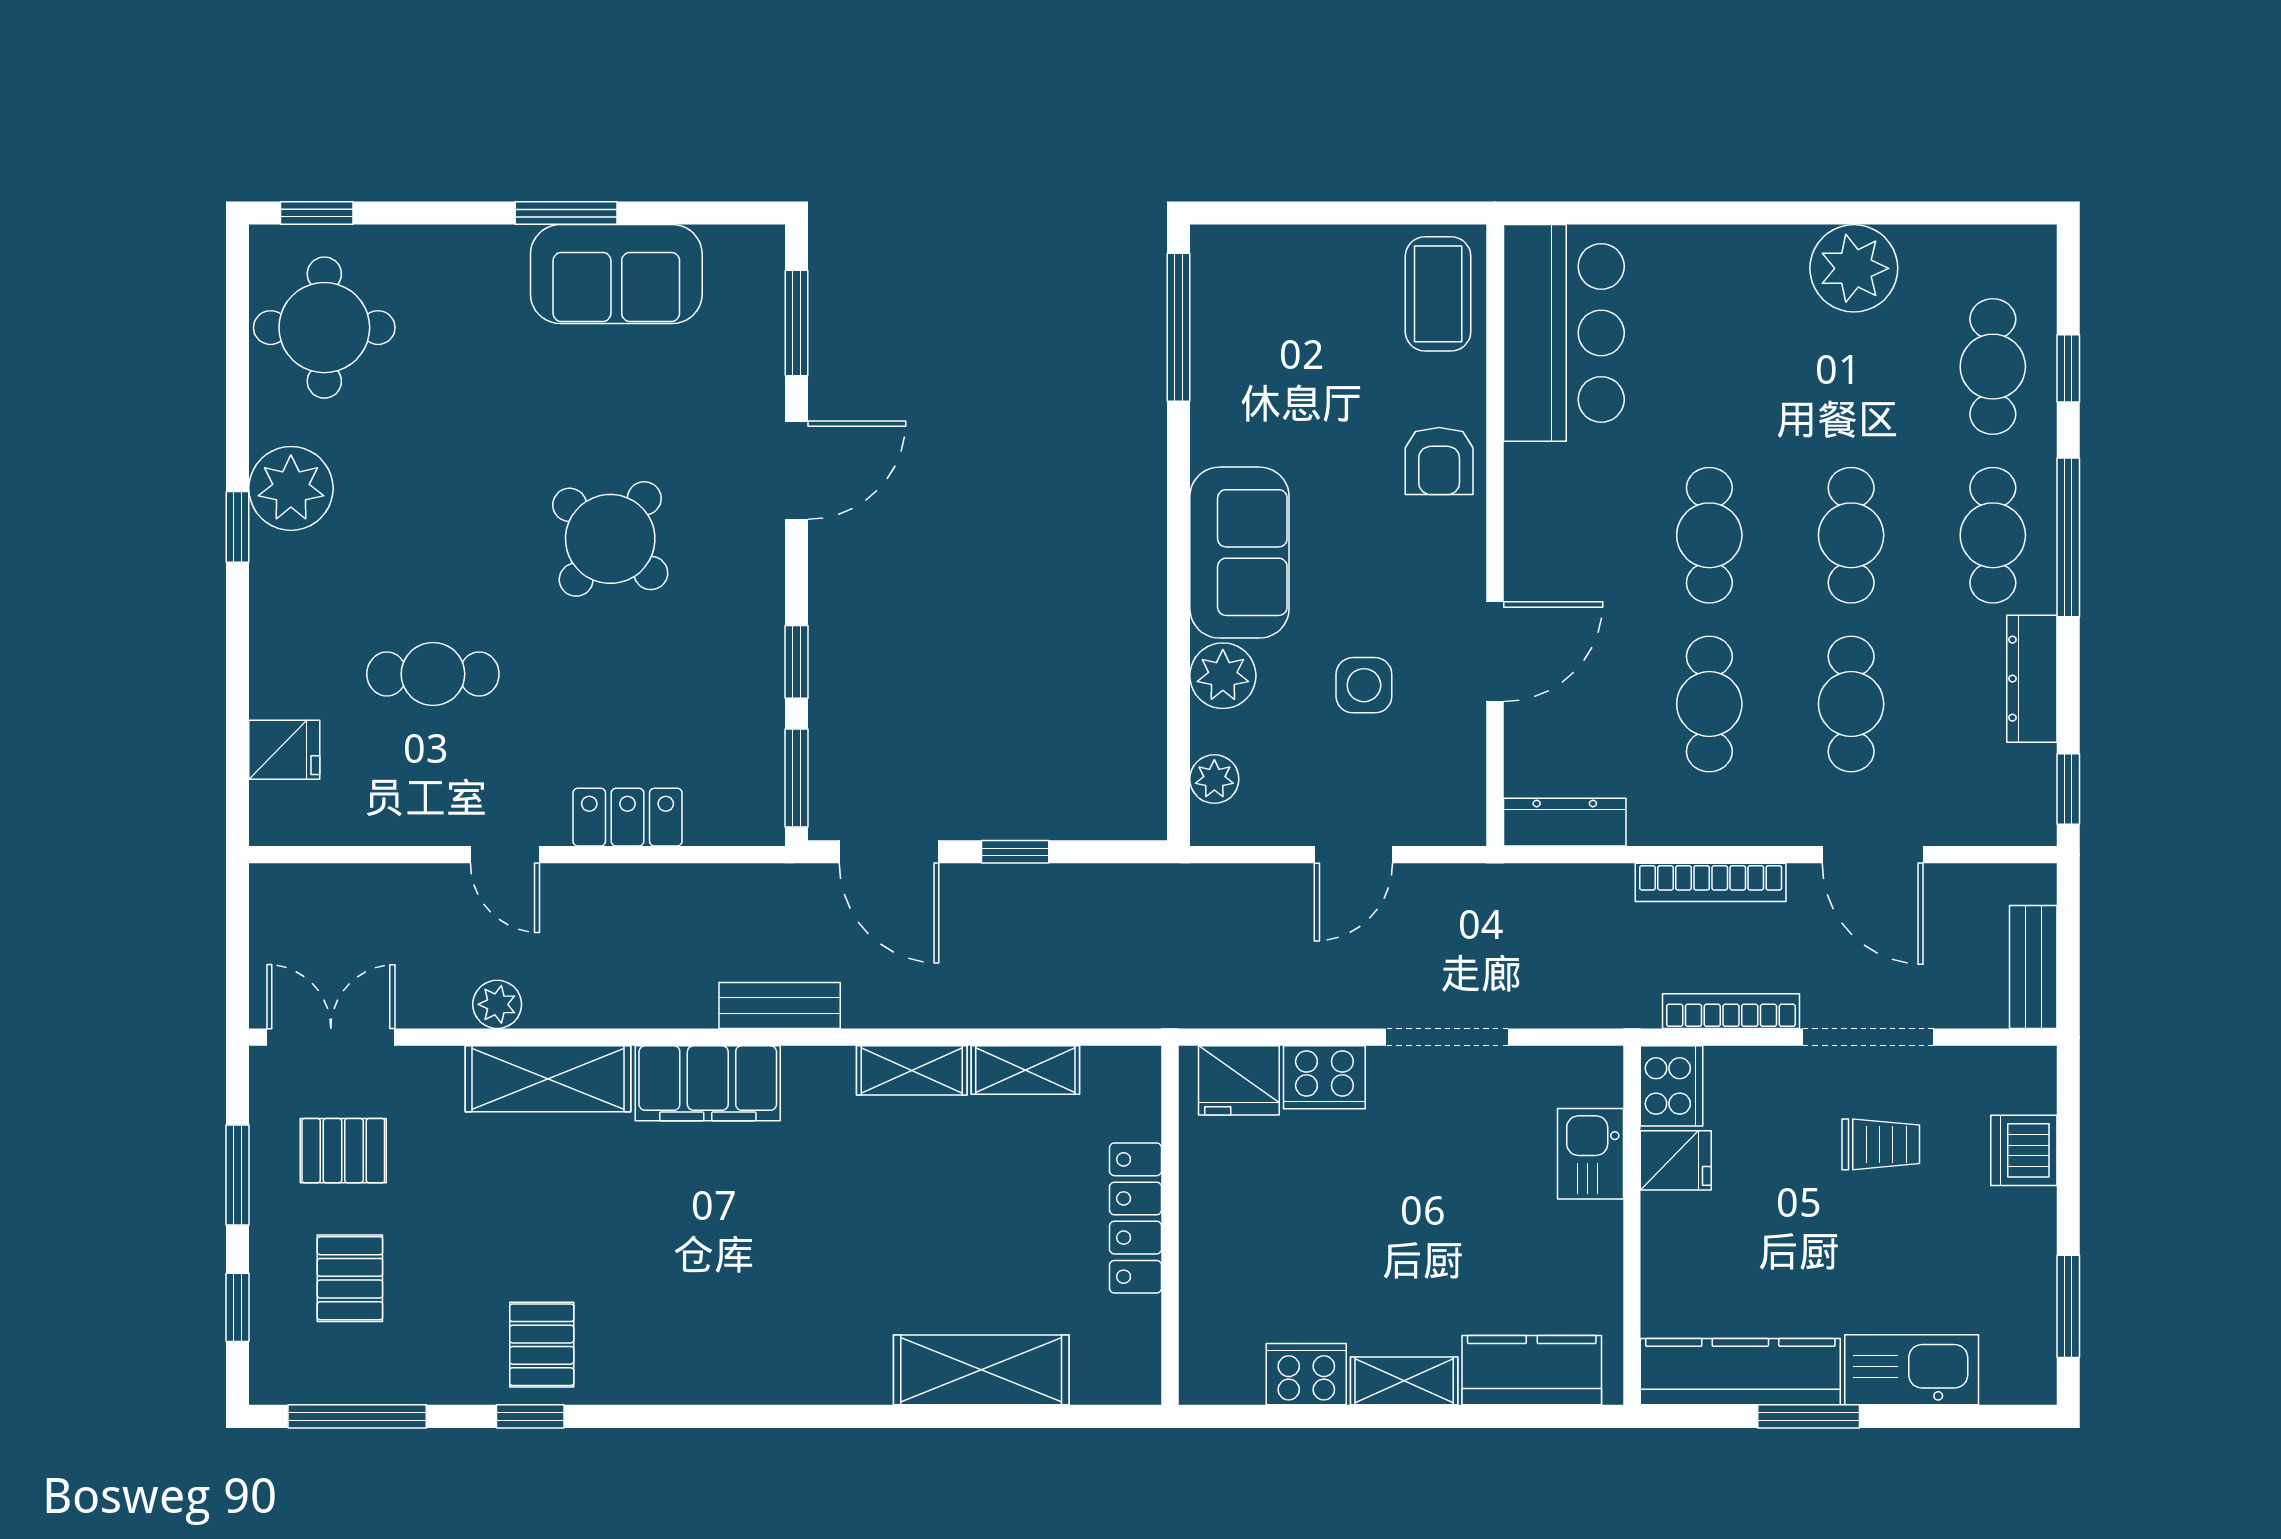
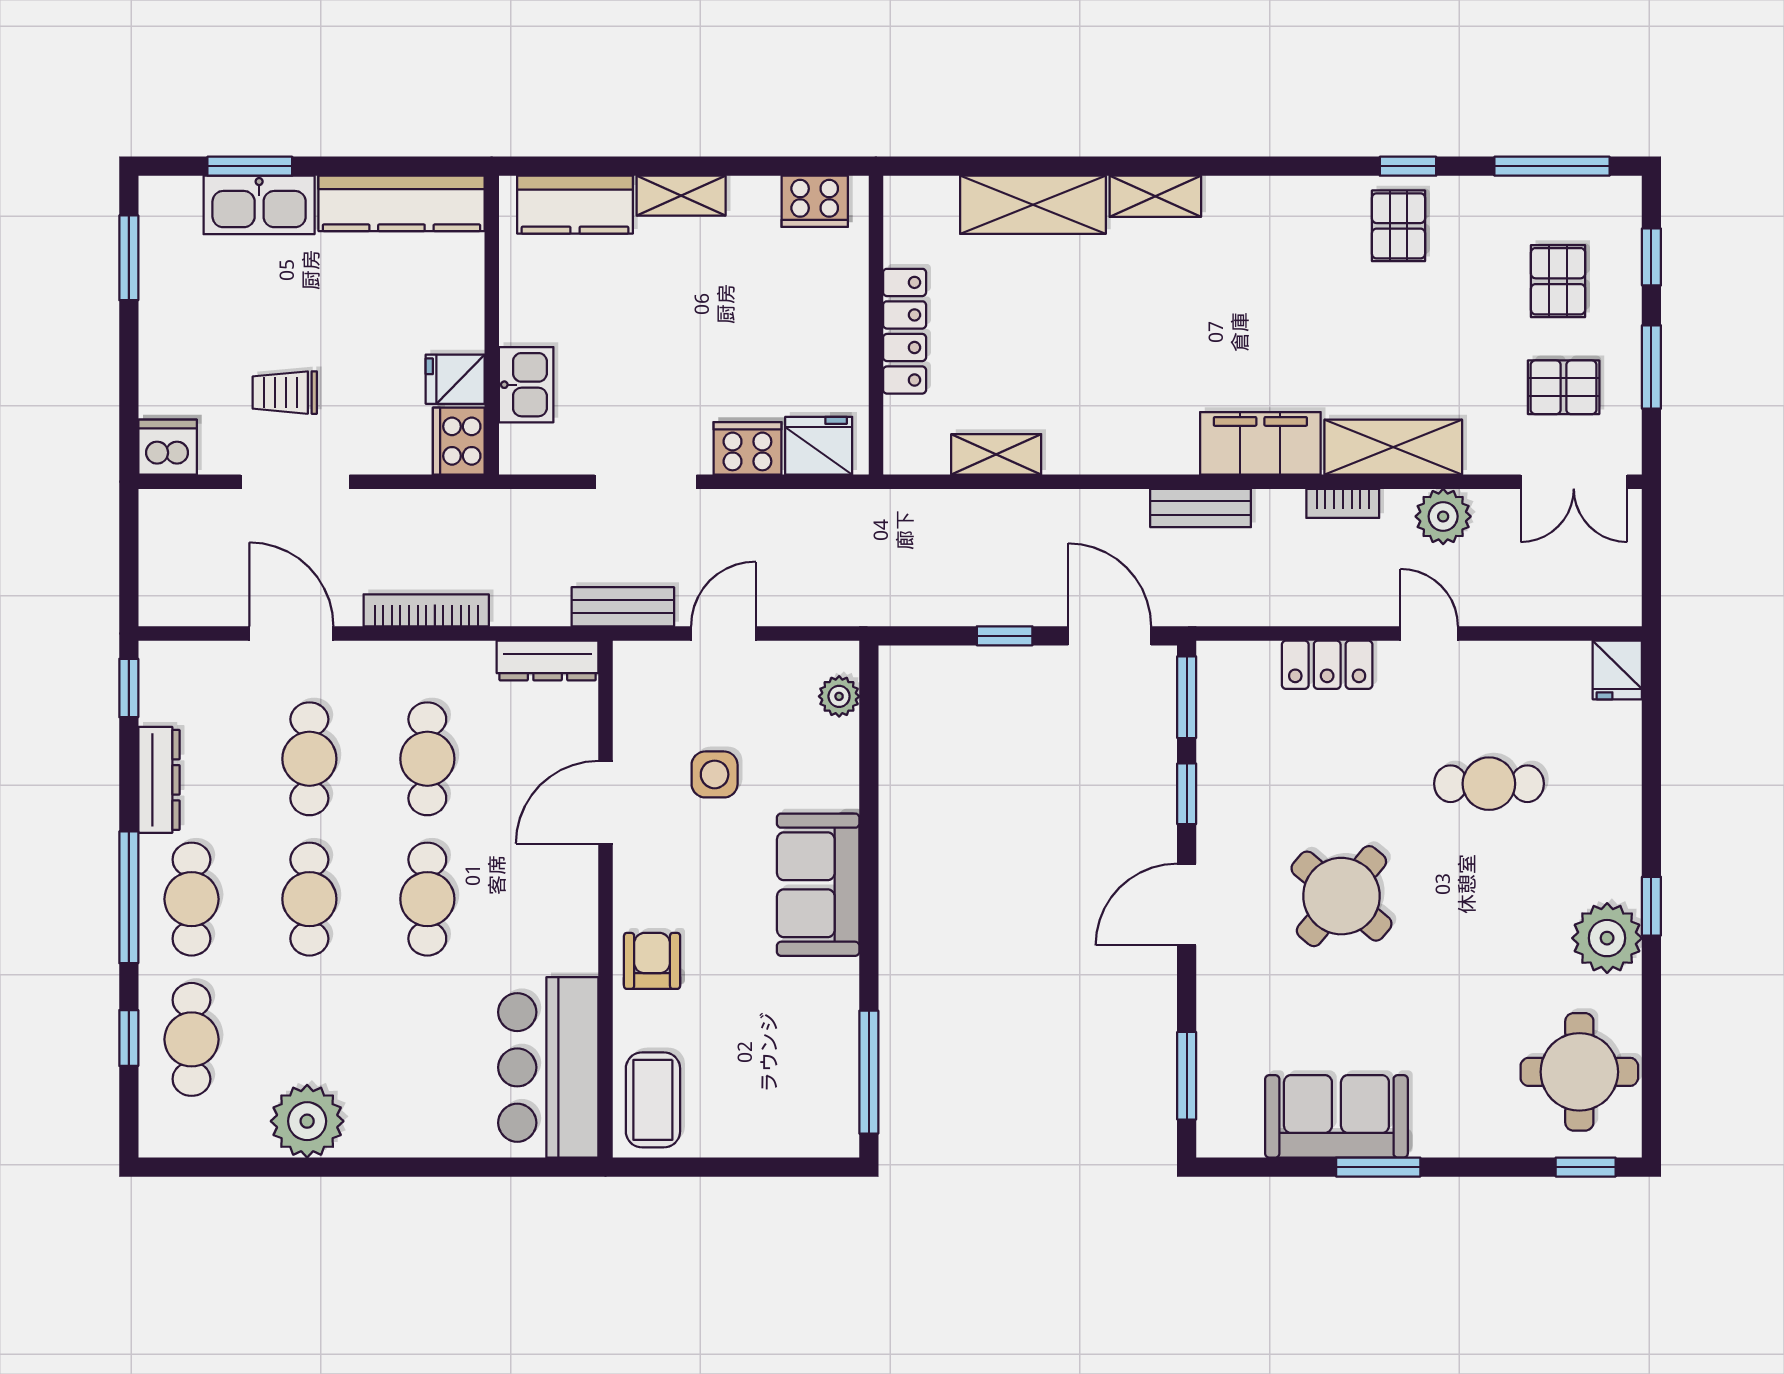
door: (796, 470) -> (1187, 905), moved
plant: (1223, 676) -> (832, 782), removed
fridge: (284, 750) -> (1617, 670), moved, turned -90
bench: (2033, 967) -> (623, 607), moved, turned 90
plant: (497, 1004) -> (1443, 516), width x1.38, depth x1.38
bookcase: (1731, 1011) -> (1343, 503), moved, width x0.64
shelving: (912, 1070) -> (1155, 196), moved
dishwasher: (2024, 1150) -> (168, 447), moved, turned -90
cooker: (1306, 1374) -> (815, 201), moved
window: (1809, 1416) -> (250, 166), moved

